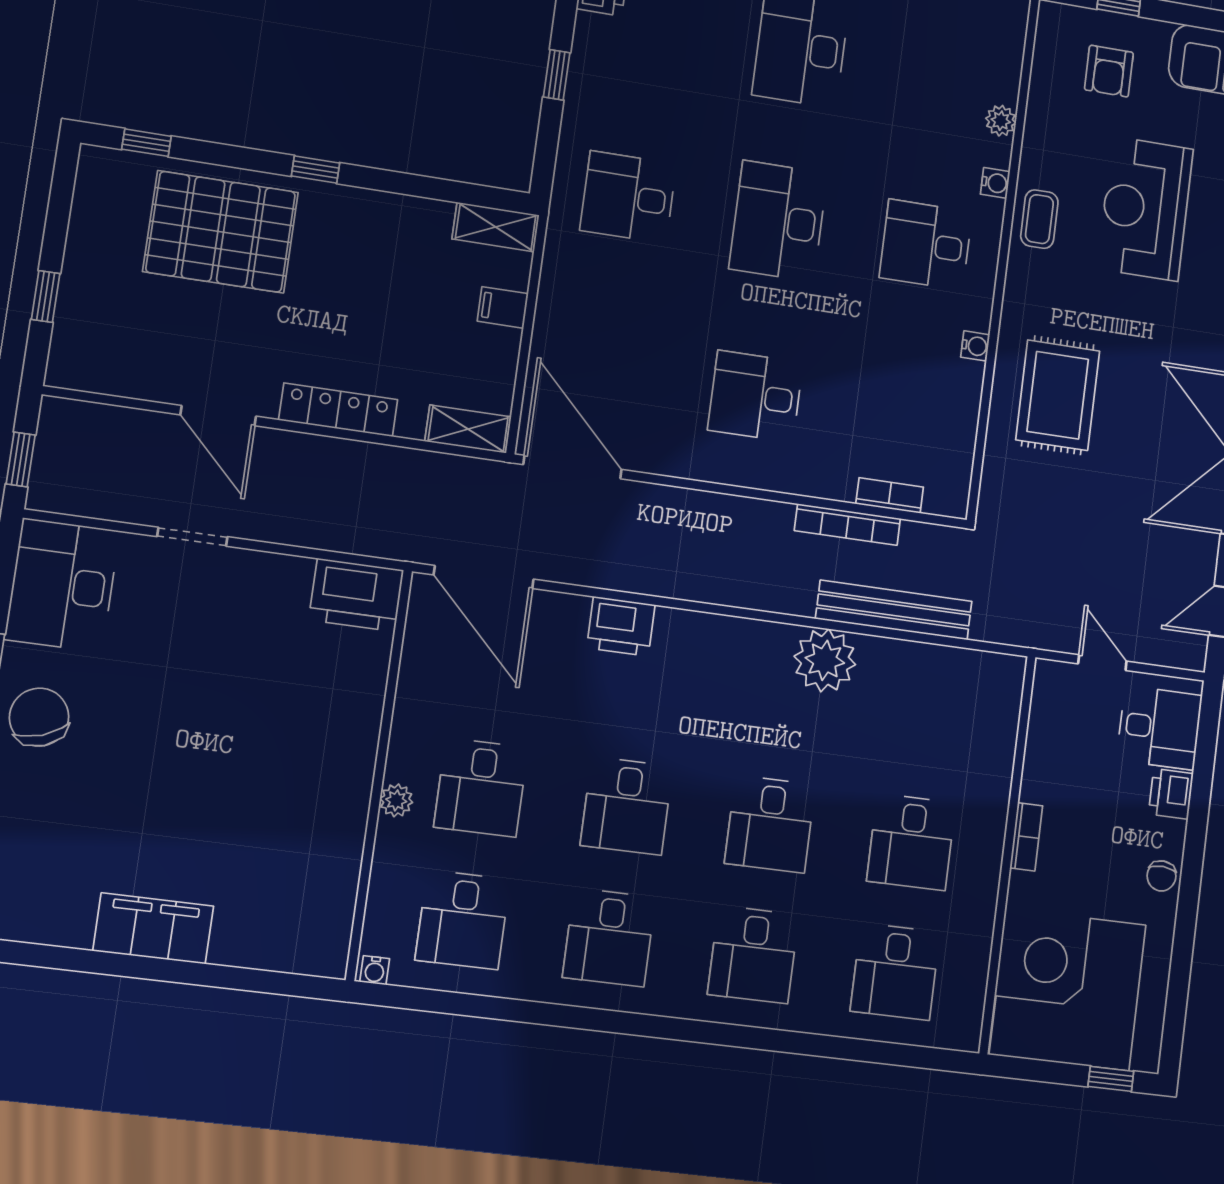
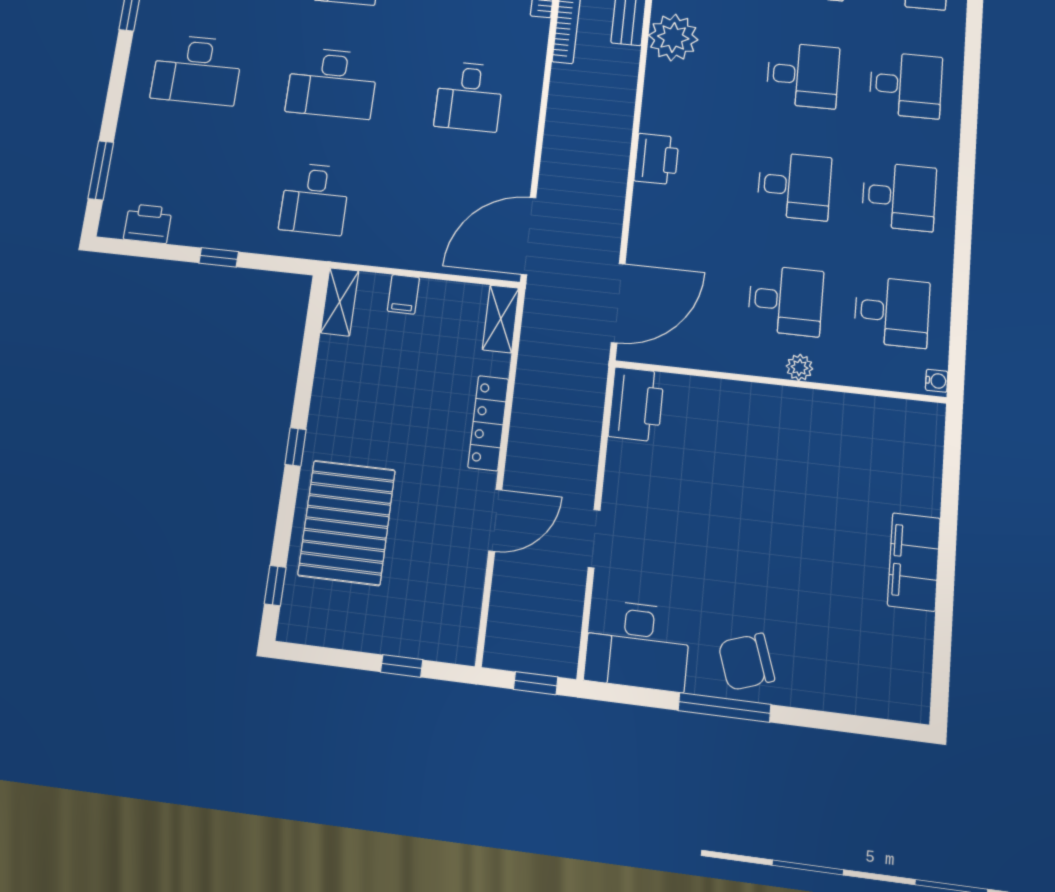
printer: (621, 626) -> (657, 159), moved

